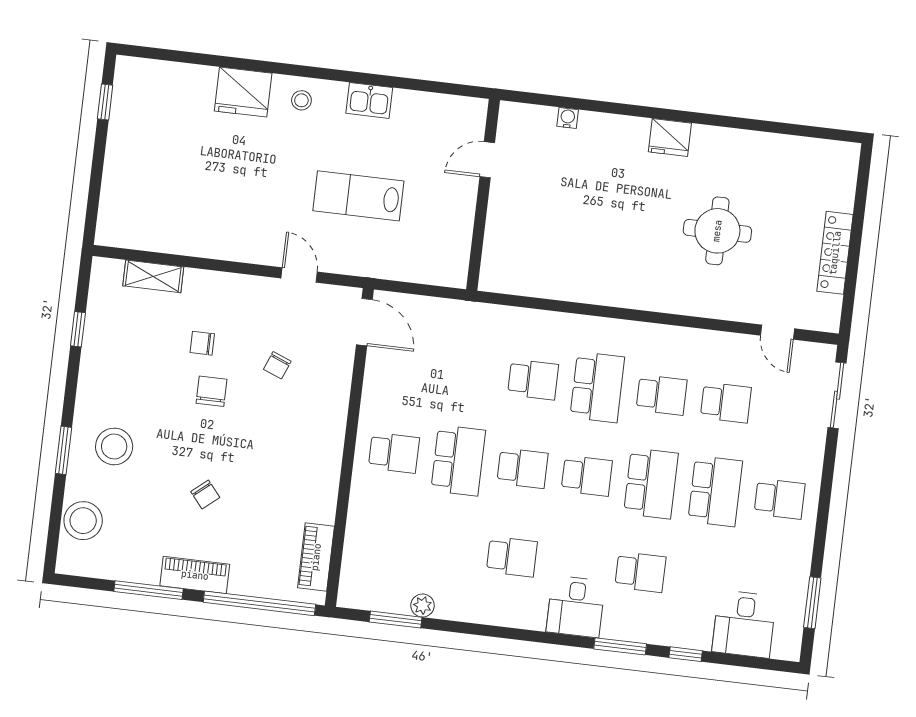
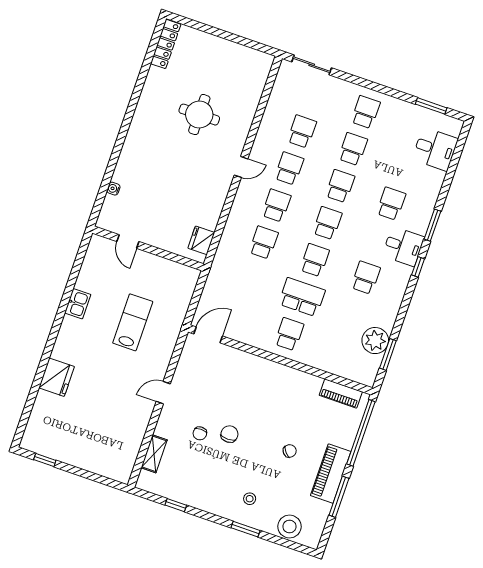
stool: (301, 100) -> (69, 344), removed
fridge: (670, 137) -> (201, 240), moved, turned 180
lab bench: (358, 196) -> (133, 322), turned 180
locker: (835, 253) -> (166, 44), moved, turned -90
door: (299, 275) -> (163, 393), moved
door: (777, 332) -> (241, 167), moved
chair: (277, 365) -> (222, 392), removed
school desk: (597, 387) -> (276, 206), width x0.54
chair: (212, 391) -> (229, 434), turned 90
stool: (114, 446) -> (250, 499), width x0.53, depth x0.53
school desk: (651, 483) -> (340, 186), width x0.54
school desk: (715, 491) -> (353, 149), width x0.54
piano: (195, 575) -> (331, 474), width x1.37, depth x1.33
plant: (423, 605) -> (375, 341), width x1.88, depth x1.88
window: (686, 654) -> (418, 267), moved

